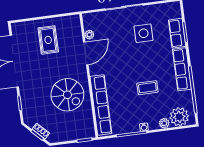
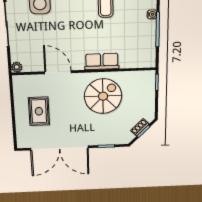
plant: (89, 35) -> (17, 67), moved
rug: (48, 40) -> (39, 111), turned 90
row of seats: (101, 105) -> (102, 61), width x0.50

